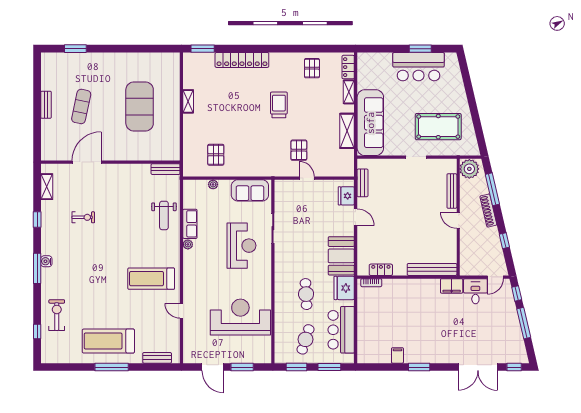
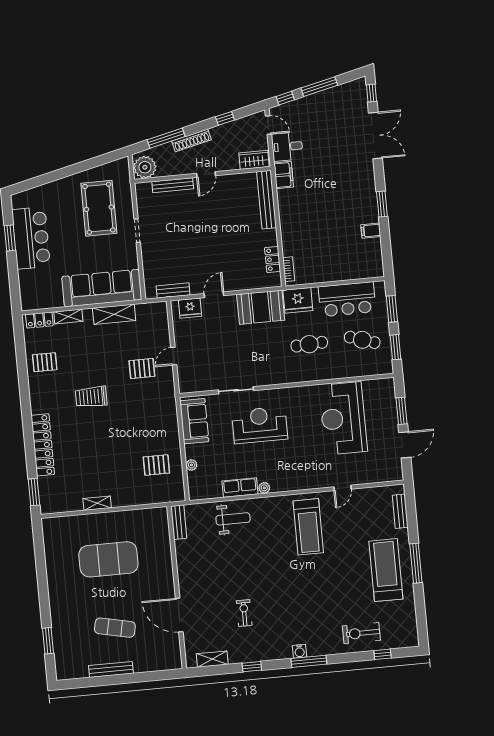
bench: (46, 105) -> (111, 669), width x1.36
wardrobe: (467, 262) -> (254, 160), added
treadmill: (108, 341) -> (386, 570), turned 180

